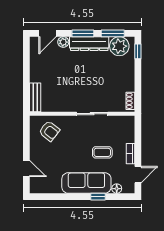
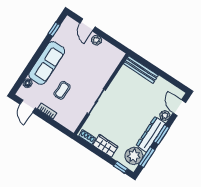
wardrobe: (127, 79) -> (105, 146), added
bench: (35, 97) -> (141, 69), width x1.36
armchair: (49, 131) -> (104, 61), removed
plant: (35, 151) -> (97, 40), added
door: (26, 169) -> (88, 25), hinge flipped
window: (98, 197) -> (54, 29), moved

